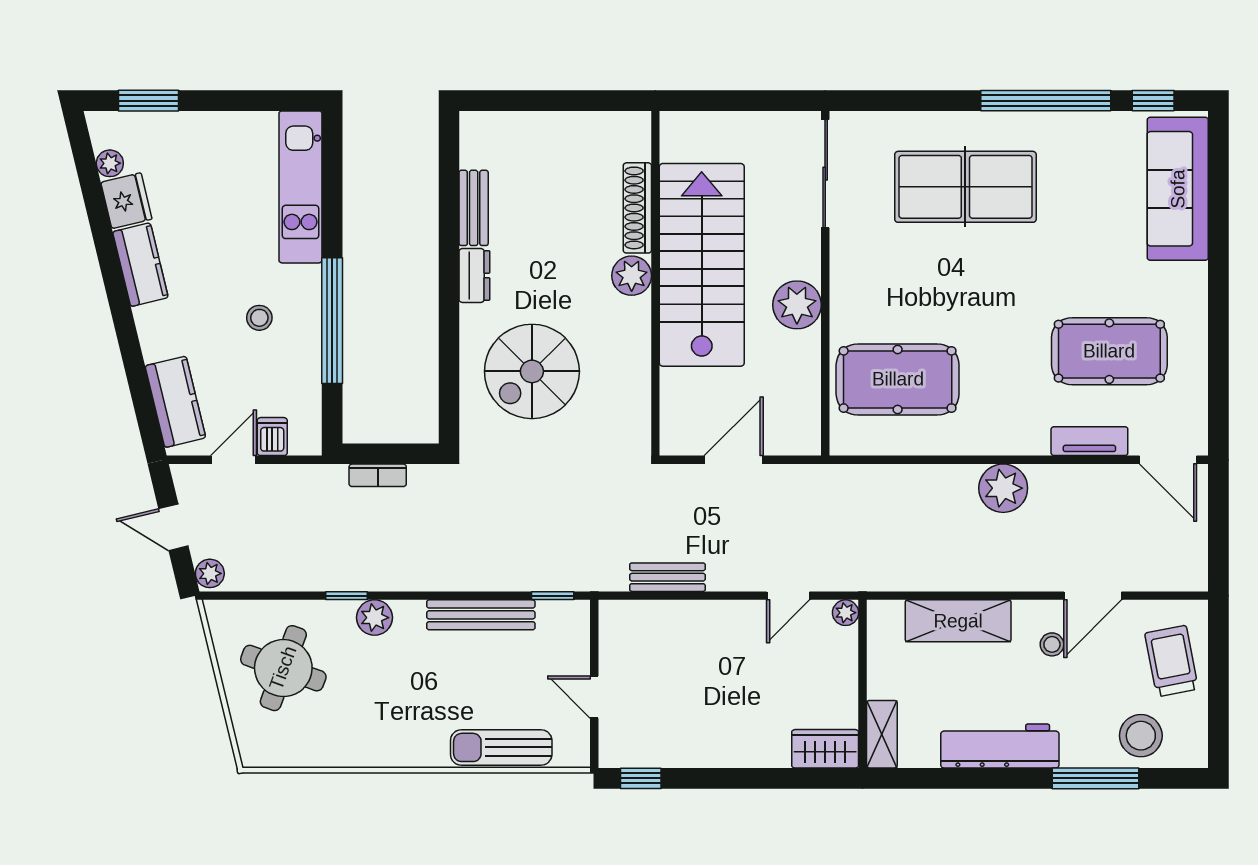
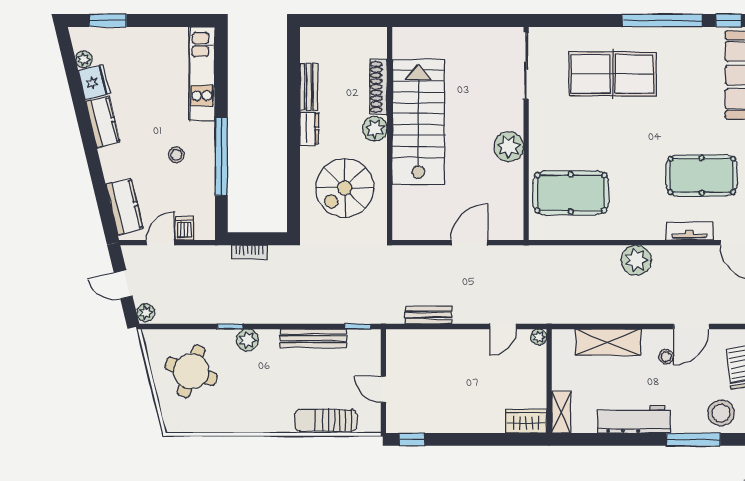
shoe rack: (637, 208) -> (378, 87), moved
stairs: (702, 265) -> (418, 122), moved
plant: (632, 276) -> (375, 129), moved
wall: (655, 283) -> (390, 133), moved

